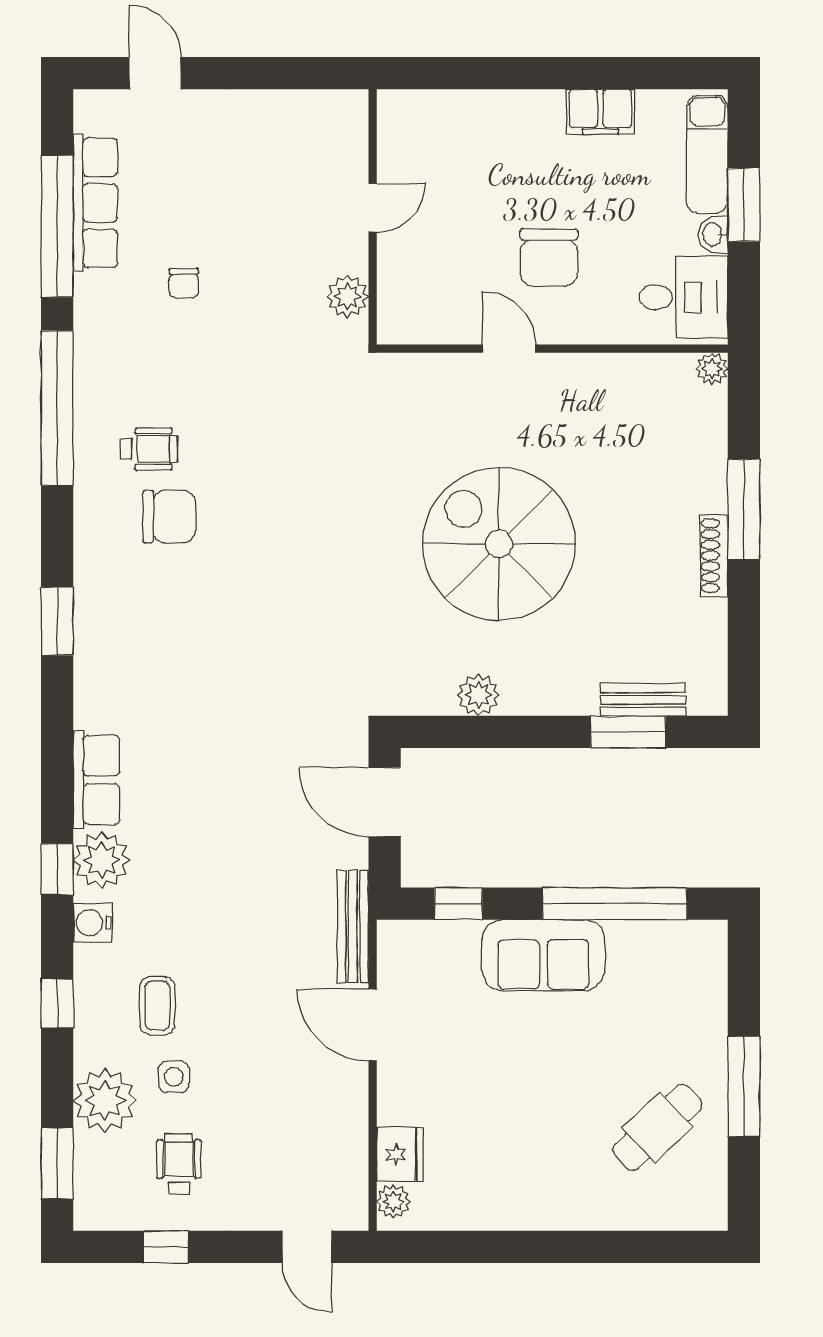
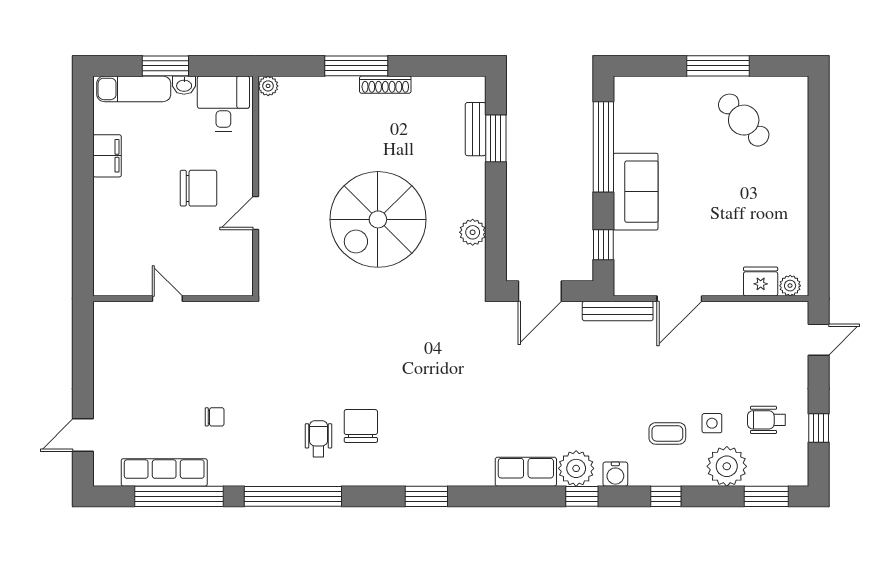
plant: (348, 297) -> (223, 314), removed

